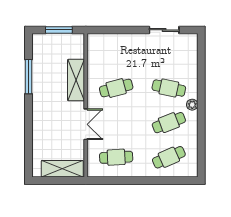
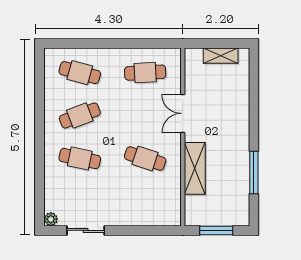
cafe table: (116, 88) -> (145, 158), turned 33
plant: (192, 105) -> (51, 219), moved
cafe table: (169, 157) -> (80, 73), turned 39
shelving: (62, 169) -> (221, 56), width x0.67, depth x0.75

